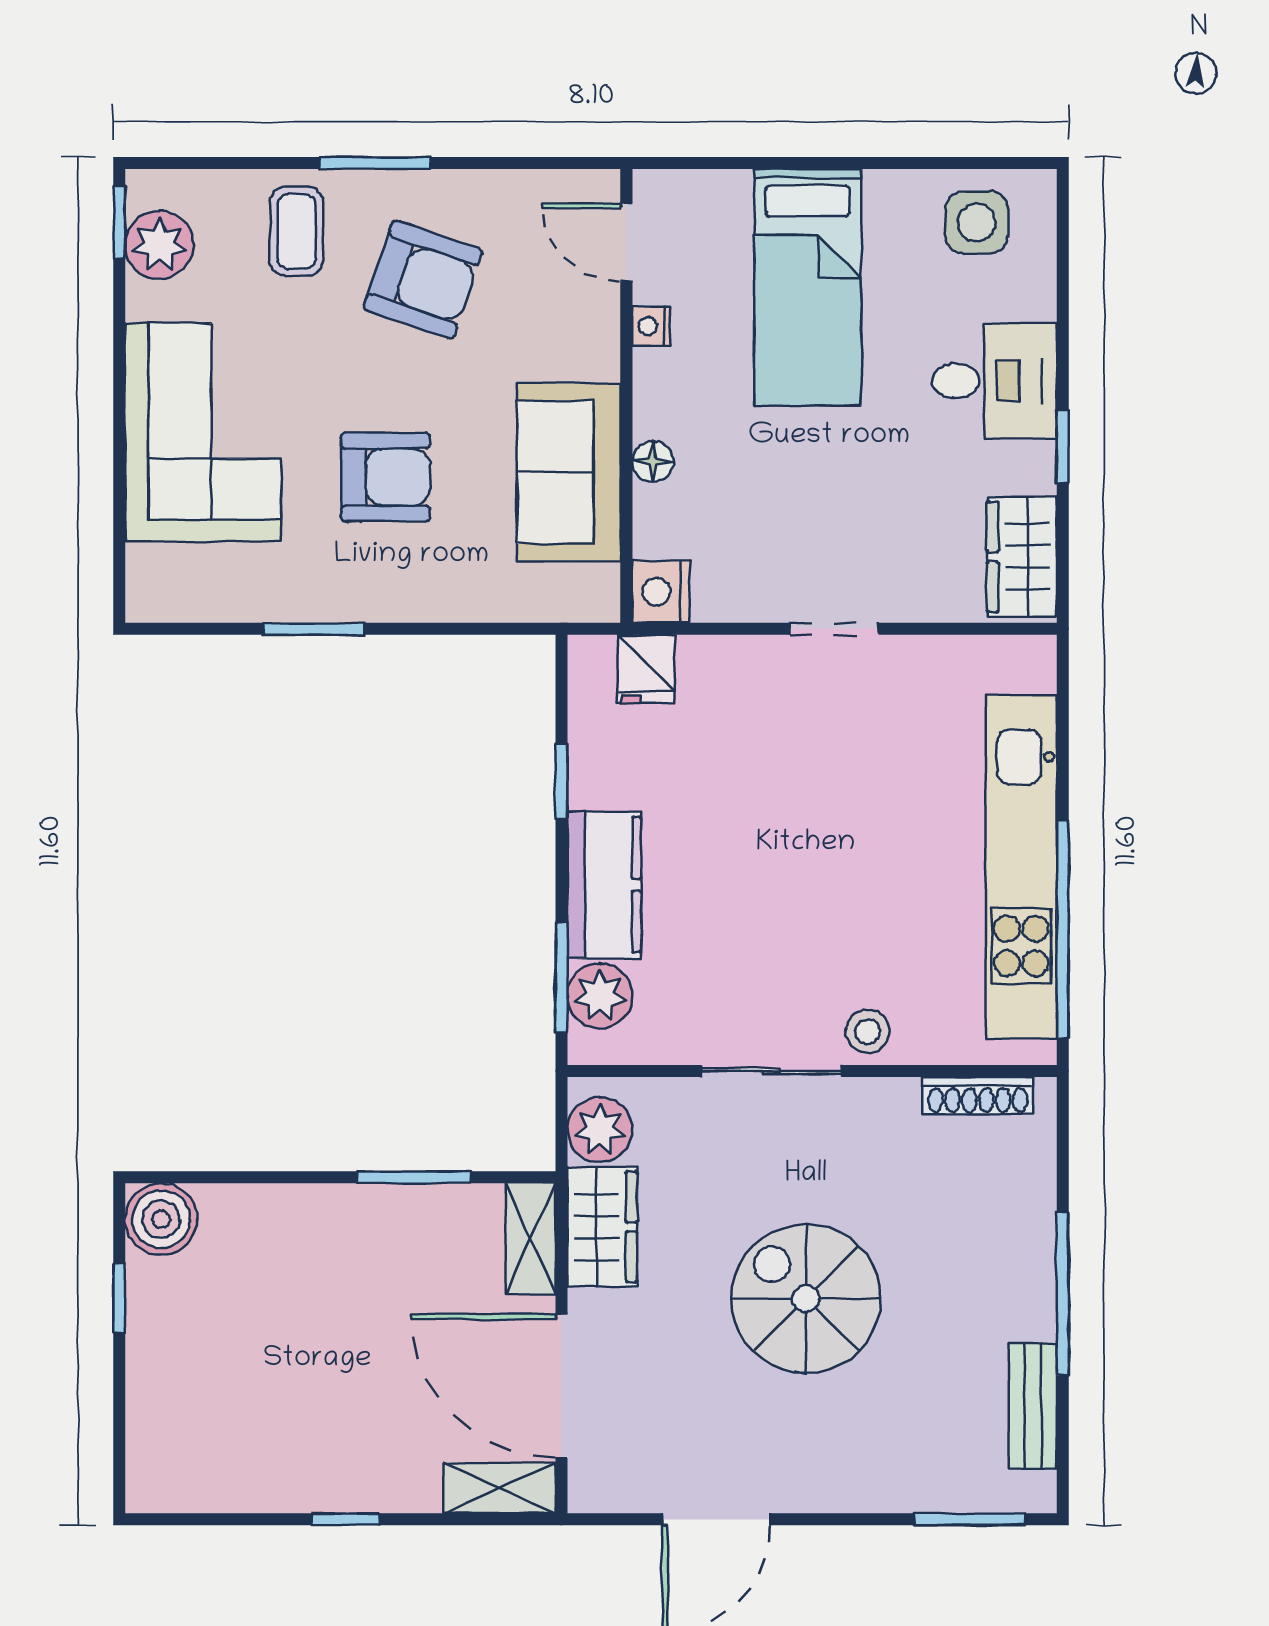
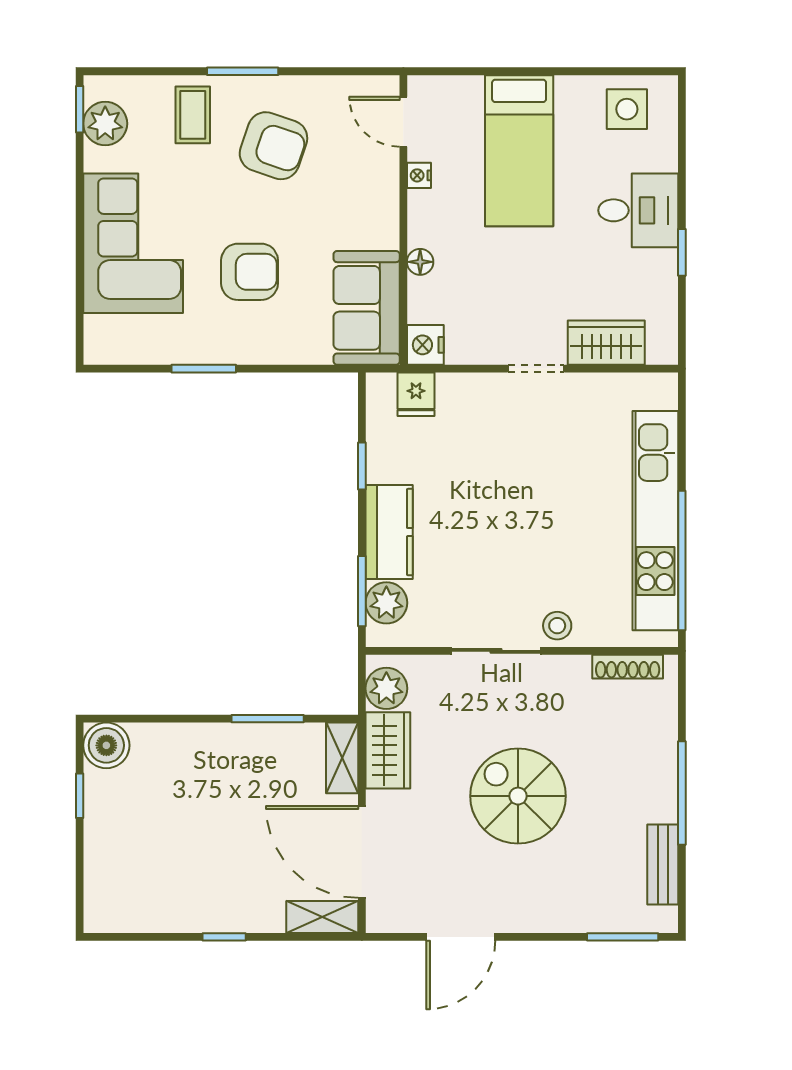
sofa: (569, 472) -> (367, 308), moved
wardrobe: (1022, 557) -> (606, 343), moved, turned 90

